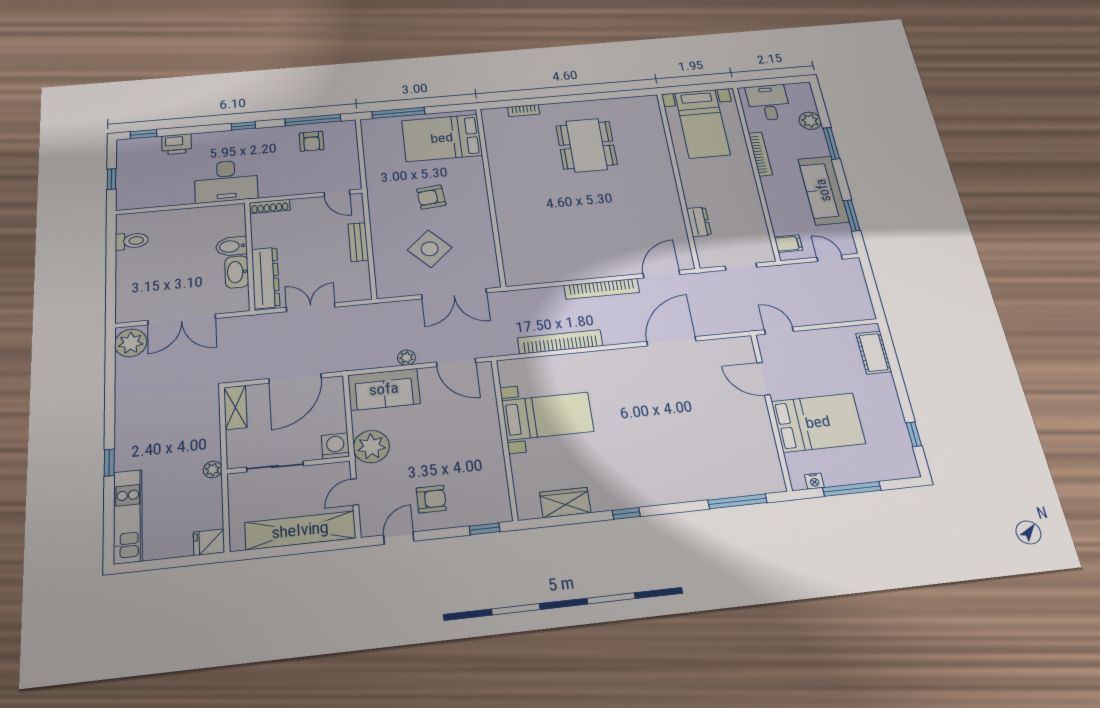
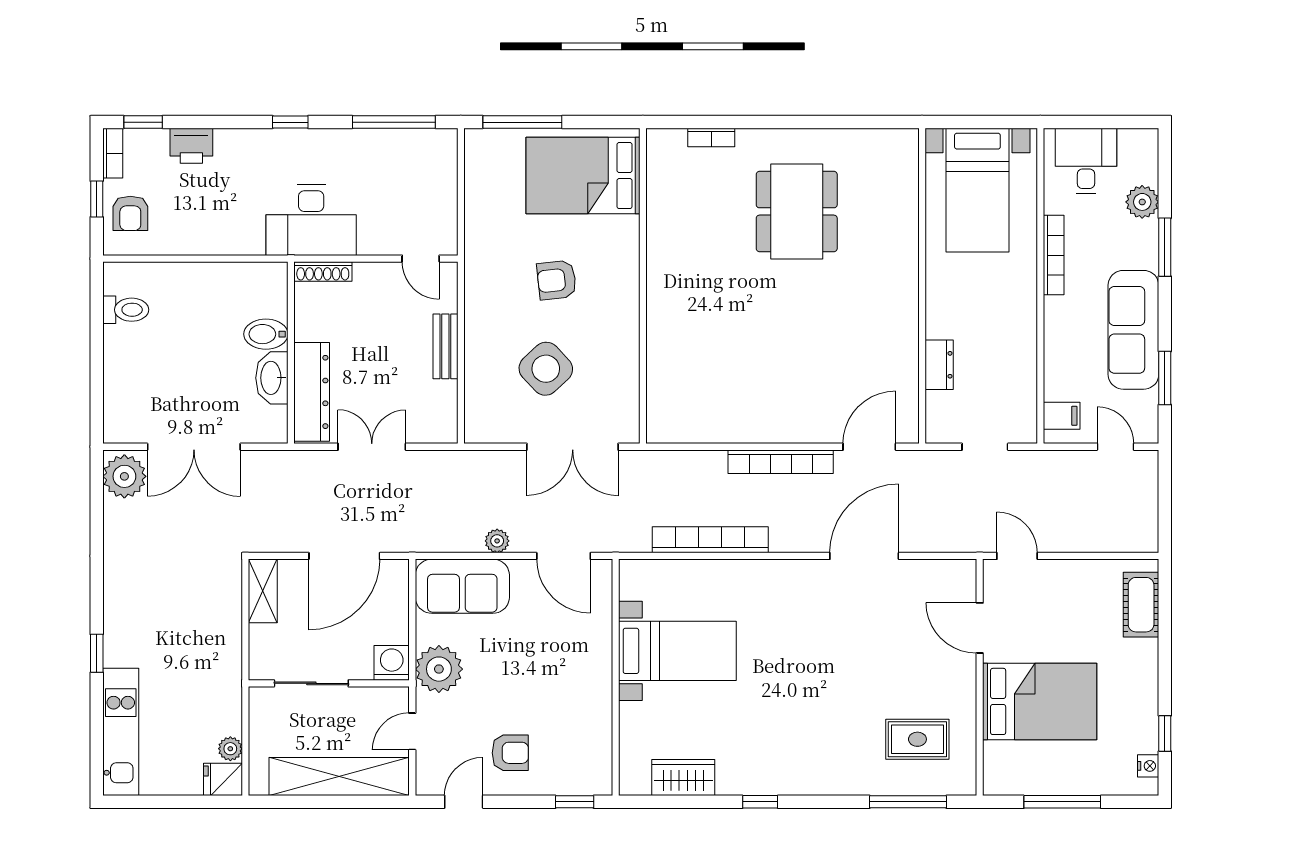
armchair: (311, 141) -> (130, 213), moved
bookcase: (123, 153) -> (113, 153), added
desk: (226, 181) -> (311, 220), moved
rug: (735, 457) -> (917, 739), added
plant: (213, 470) -> (230, 749), moved
nightstand: (814, 481) -> (1148, 766), moved, turned -90

